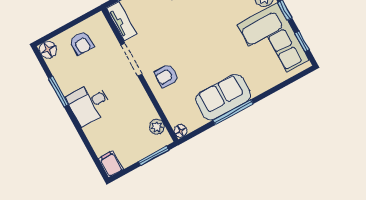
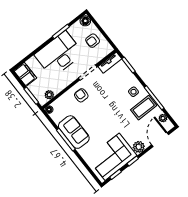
desk: (89, 104) -> (59, 54), width x1.87, depth x1.30
filing cabinet: (111, 164) -> (25, 74), width x2.00

